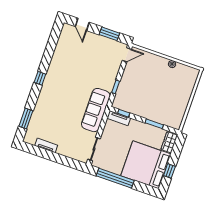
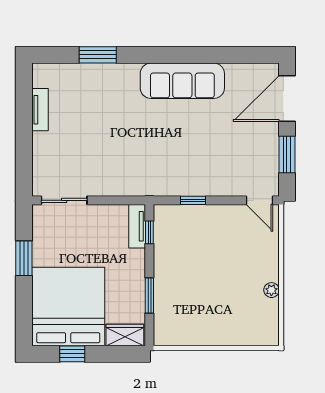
door: (82, 24) -> (287, 99), width x1.87
window: (40, 78) -> (160, 55), removed
sofa: (96, 110) -> (182, 81), moved, turned 180
window: (26, 119) -> (98, 55), moved
window: (115, 178) -> (24, 258), width x0.47

